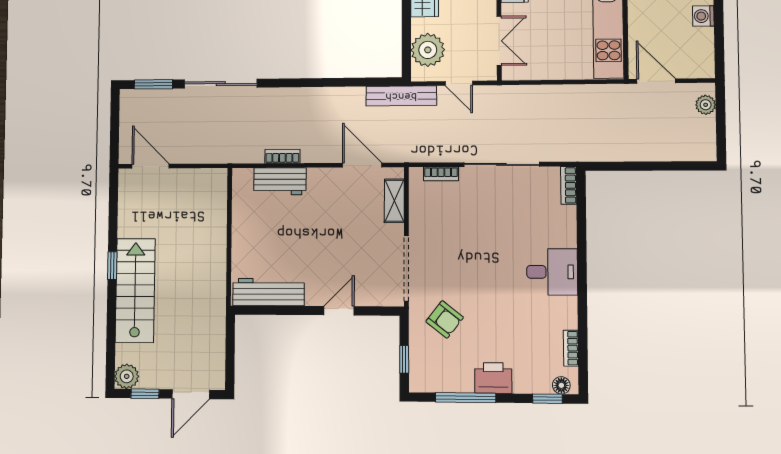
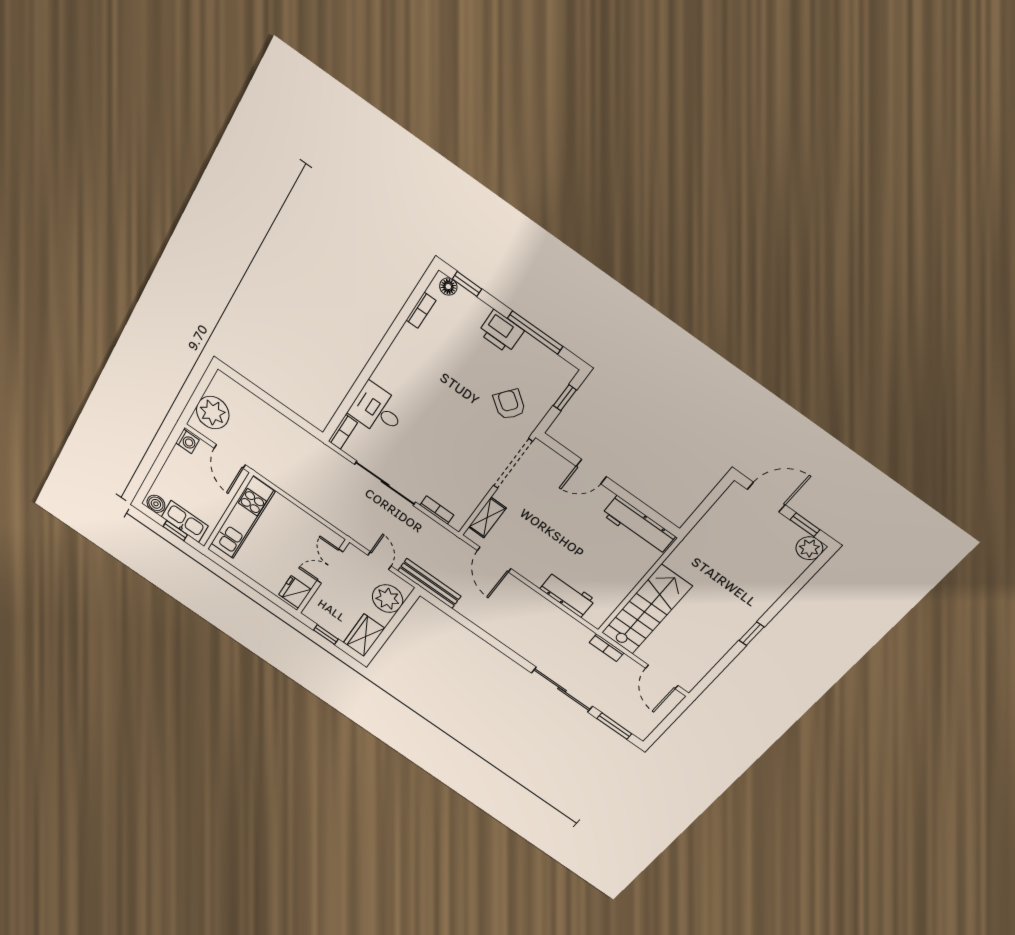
washing machine: (703, 16) -> (187, 441), moved
plant: (706, 105) -> (213, 413), width x1.88, depth x1.88
bookcase: (282, 156) -> (607, 648), moved
desk: (552, 272) -> (377, 410), moved
stairs: (135, 290) -> (646, 610), moved, turned 180

